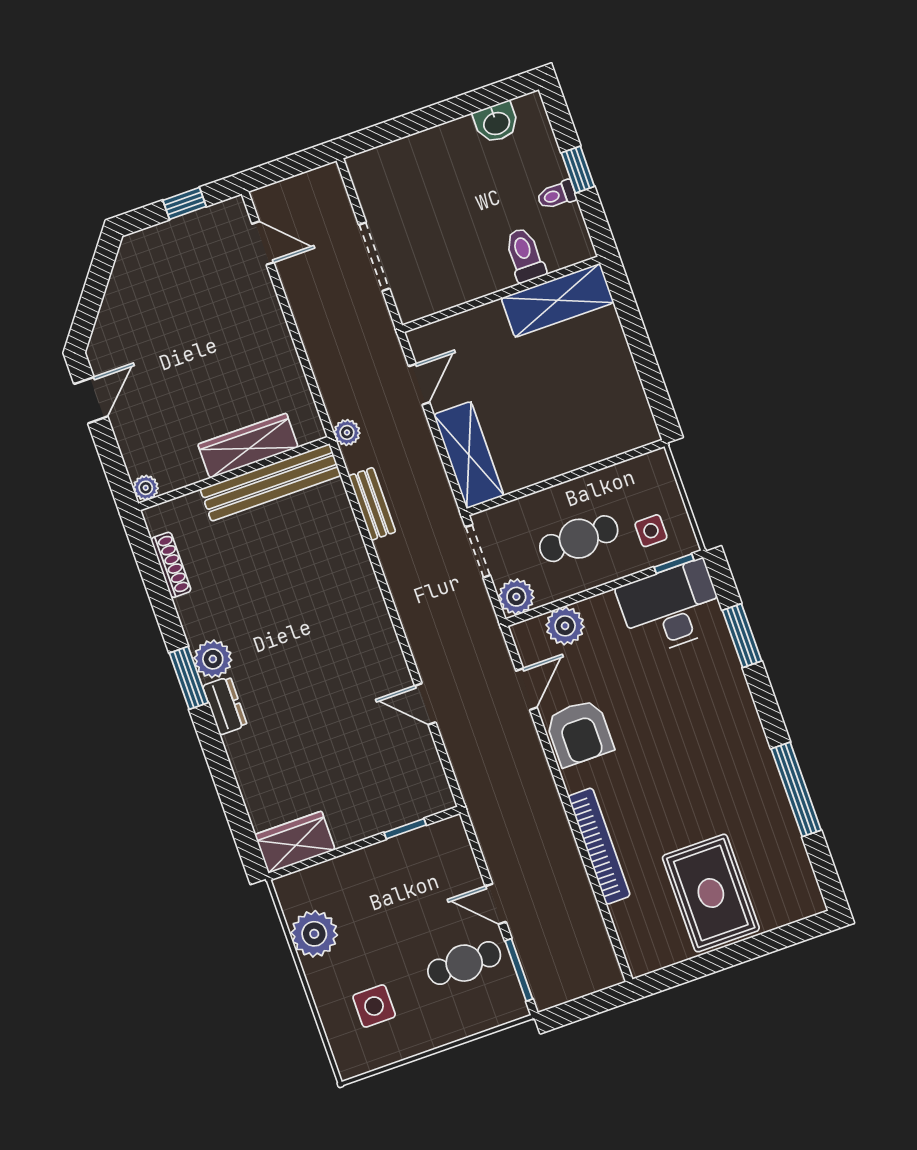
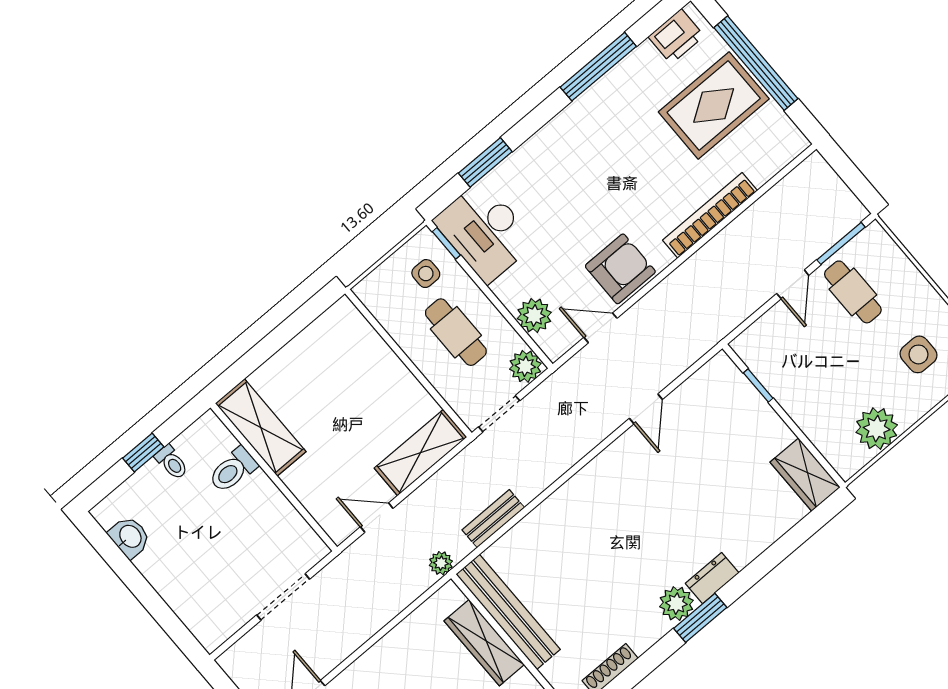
printer: (797, 882) -> (676, 36), added
window: (738, 953) -> (756, 63), added

